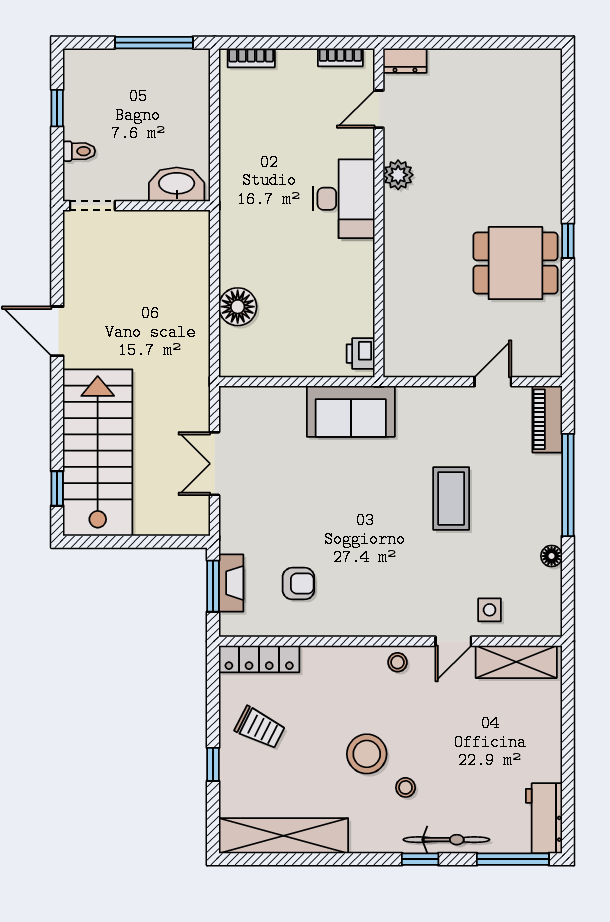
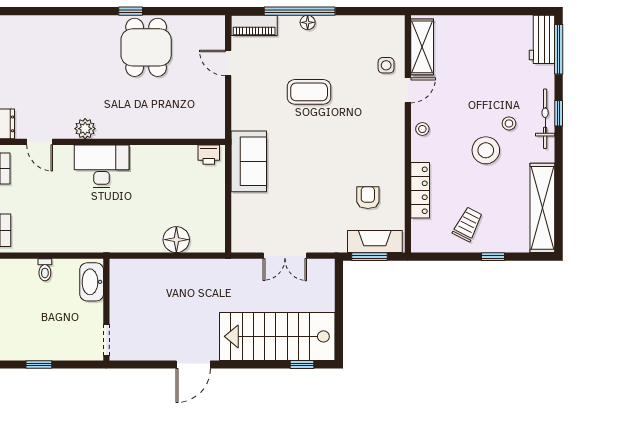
toilet: (79, 151) -> (45, 270), moved, turned 180
floor lamp: (552, 556) -> (308, 22), moved
fireplace: (231, 583) -> (375, 241), width x1.37, depth x1.32
door: (453, 641) -> (408, 90), hinge flipped
locker: (259, 659) -> (420, 190), moved
workbench: (544, 818) -> (542, 39), moved, turned 90
bicycle: (446, 840) -> (545, 119), moved

